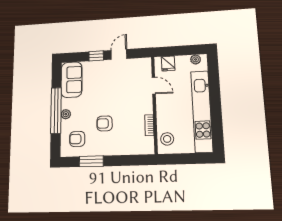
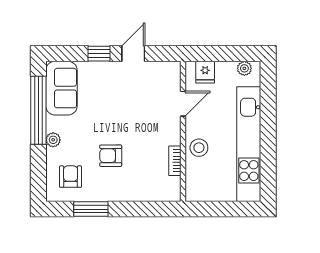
door: (154, 86) -> (183, 104), hinge flipped
window: (56, 110) -> (38, 110), moved
armchair: (77, 139) -> (71, 177), turned 90
stool: (167, 139) -> (199, 148), moved

